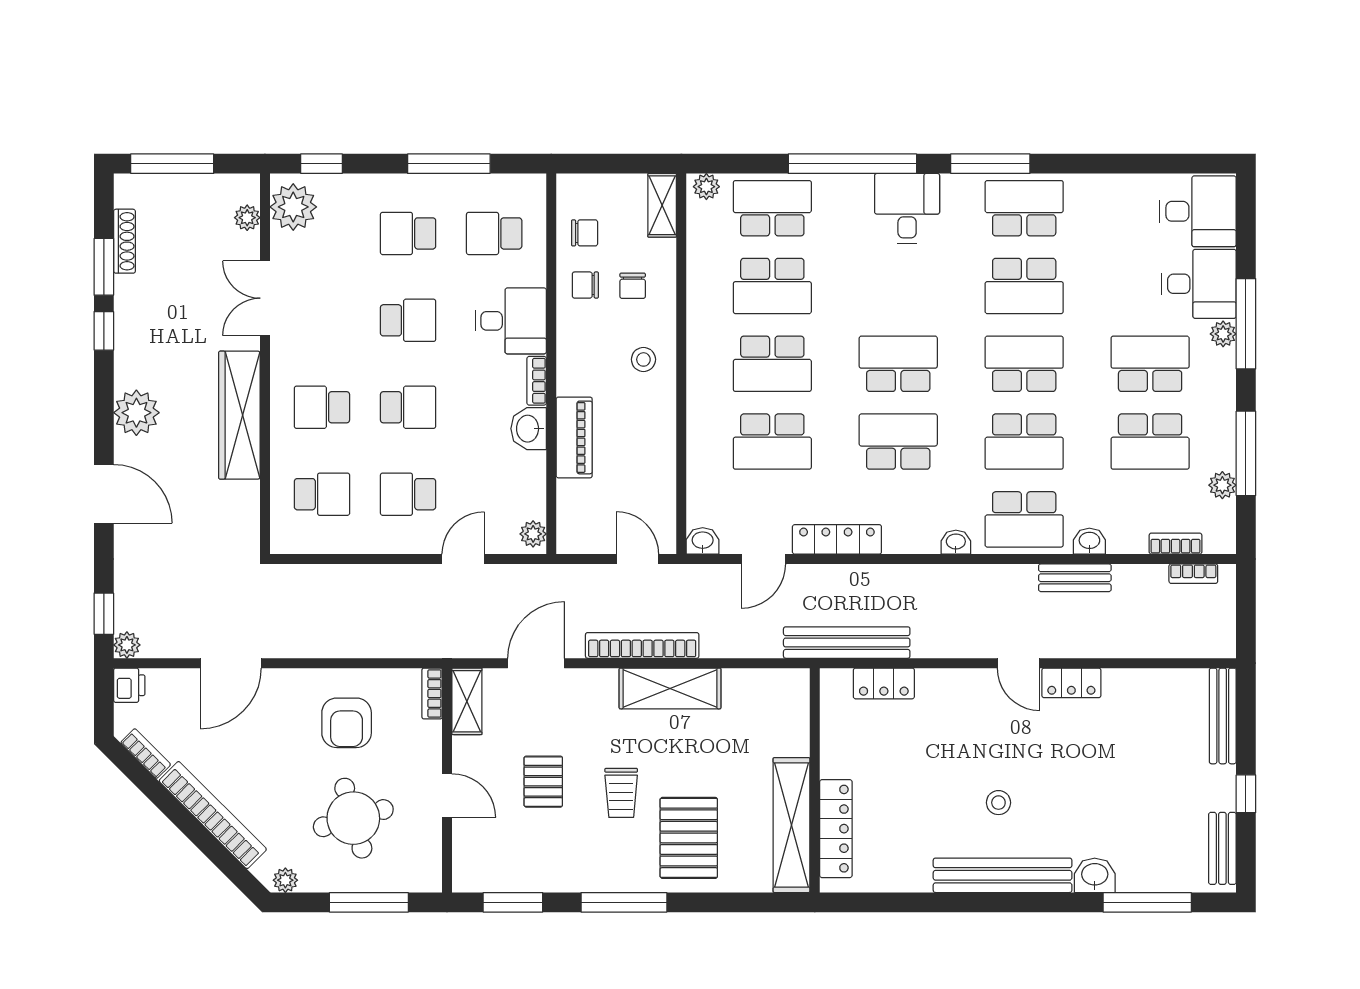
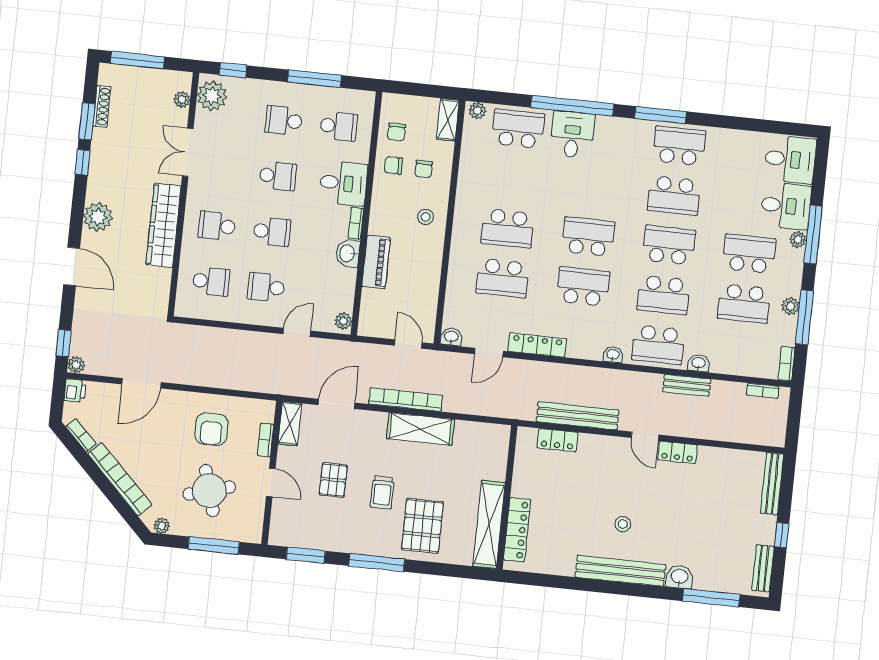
desk: (907, 208) -> (572, 135), moved
school desk: (494, 233) -> (339, 126), turned 180
chair: (585, 233) -> (396, 132), turned 90
school desk: (772, 286) -> (513, 179), removed
plant: (1222, 485) -> (790, 306), moved
bookcase: (1176, 544) -> (786, 364), moved, turned -90
bench: (847, 643) -> (578, 416), moved
bookcase: (432, 694) -> (266, 440), moved

